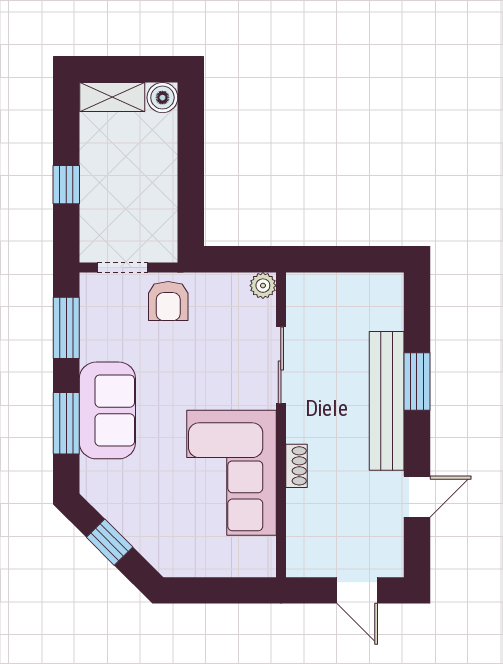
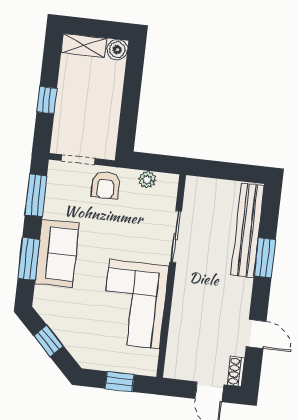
plant: (263, 286) -> (147, 180), moved
bench: (387, 401) -> (247, 230), moved
shoe rack: (296, 466) -> (236, 371), moved, turned 180
door: (417, 497) -> (256, 334), hinge flipped
window: (222, 590) -> (120, 382), added

